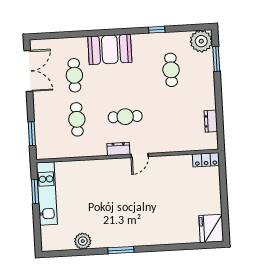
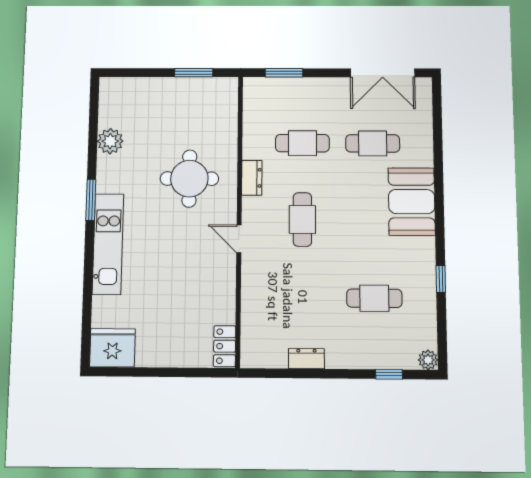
plant: (201, 41) -> (428, 360), width x0.53, depth x0.53
window: (216, 59) -> (389, 374), width x0.67
dresser: (211, 121) -> (306, 359), moved
dresser: (118, 149) -> (252, 178), moved
round table: (104, 189) -> (189, 179), added
kitchen unit: (47, 194) -> (108, 244), moved, turned -90

